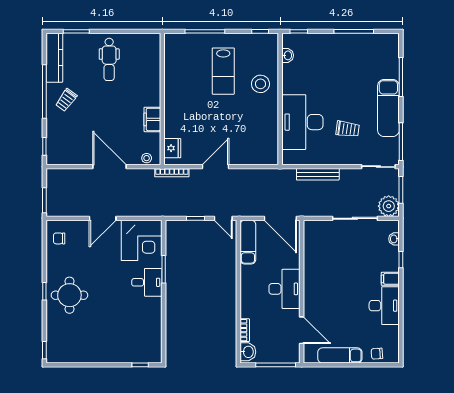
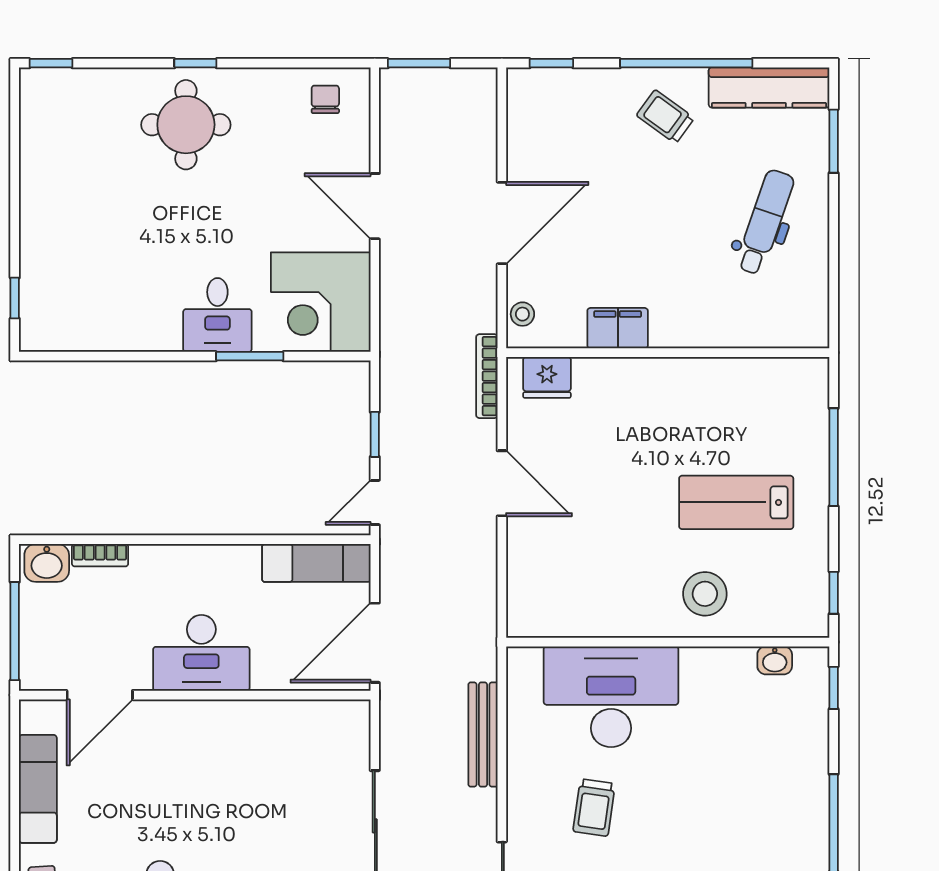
dental chair: (109, 59) -> (765, 222), turned 109

